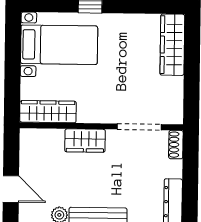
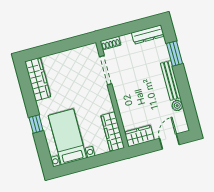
wardrobe: (172, 45) -> (38, 79), moved, turned -90
wardrobe: (85, 141) -> (139, 136), moved, turned -90

